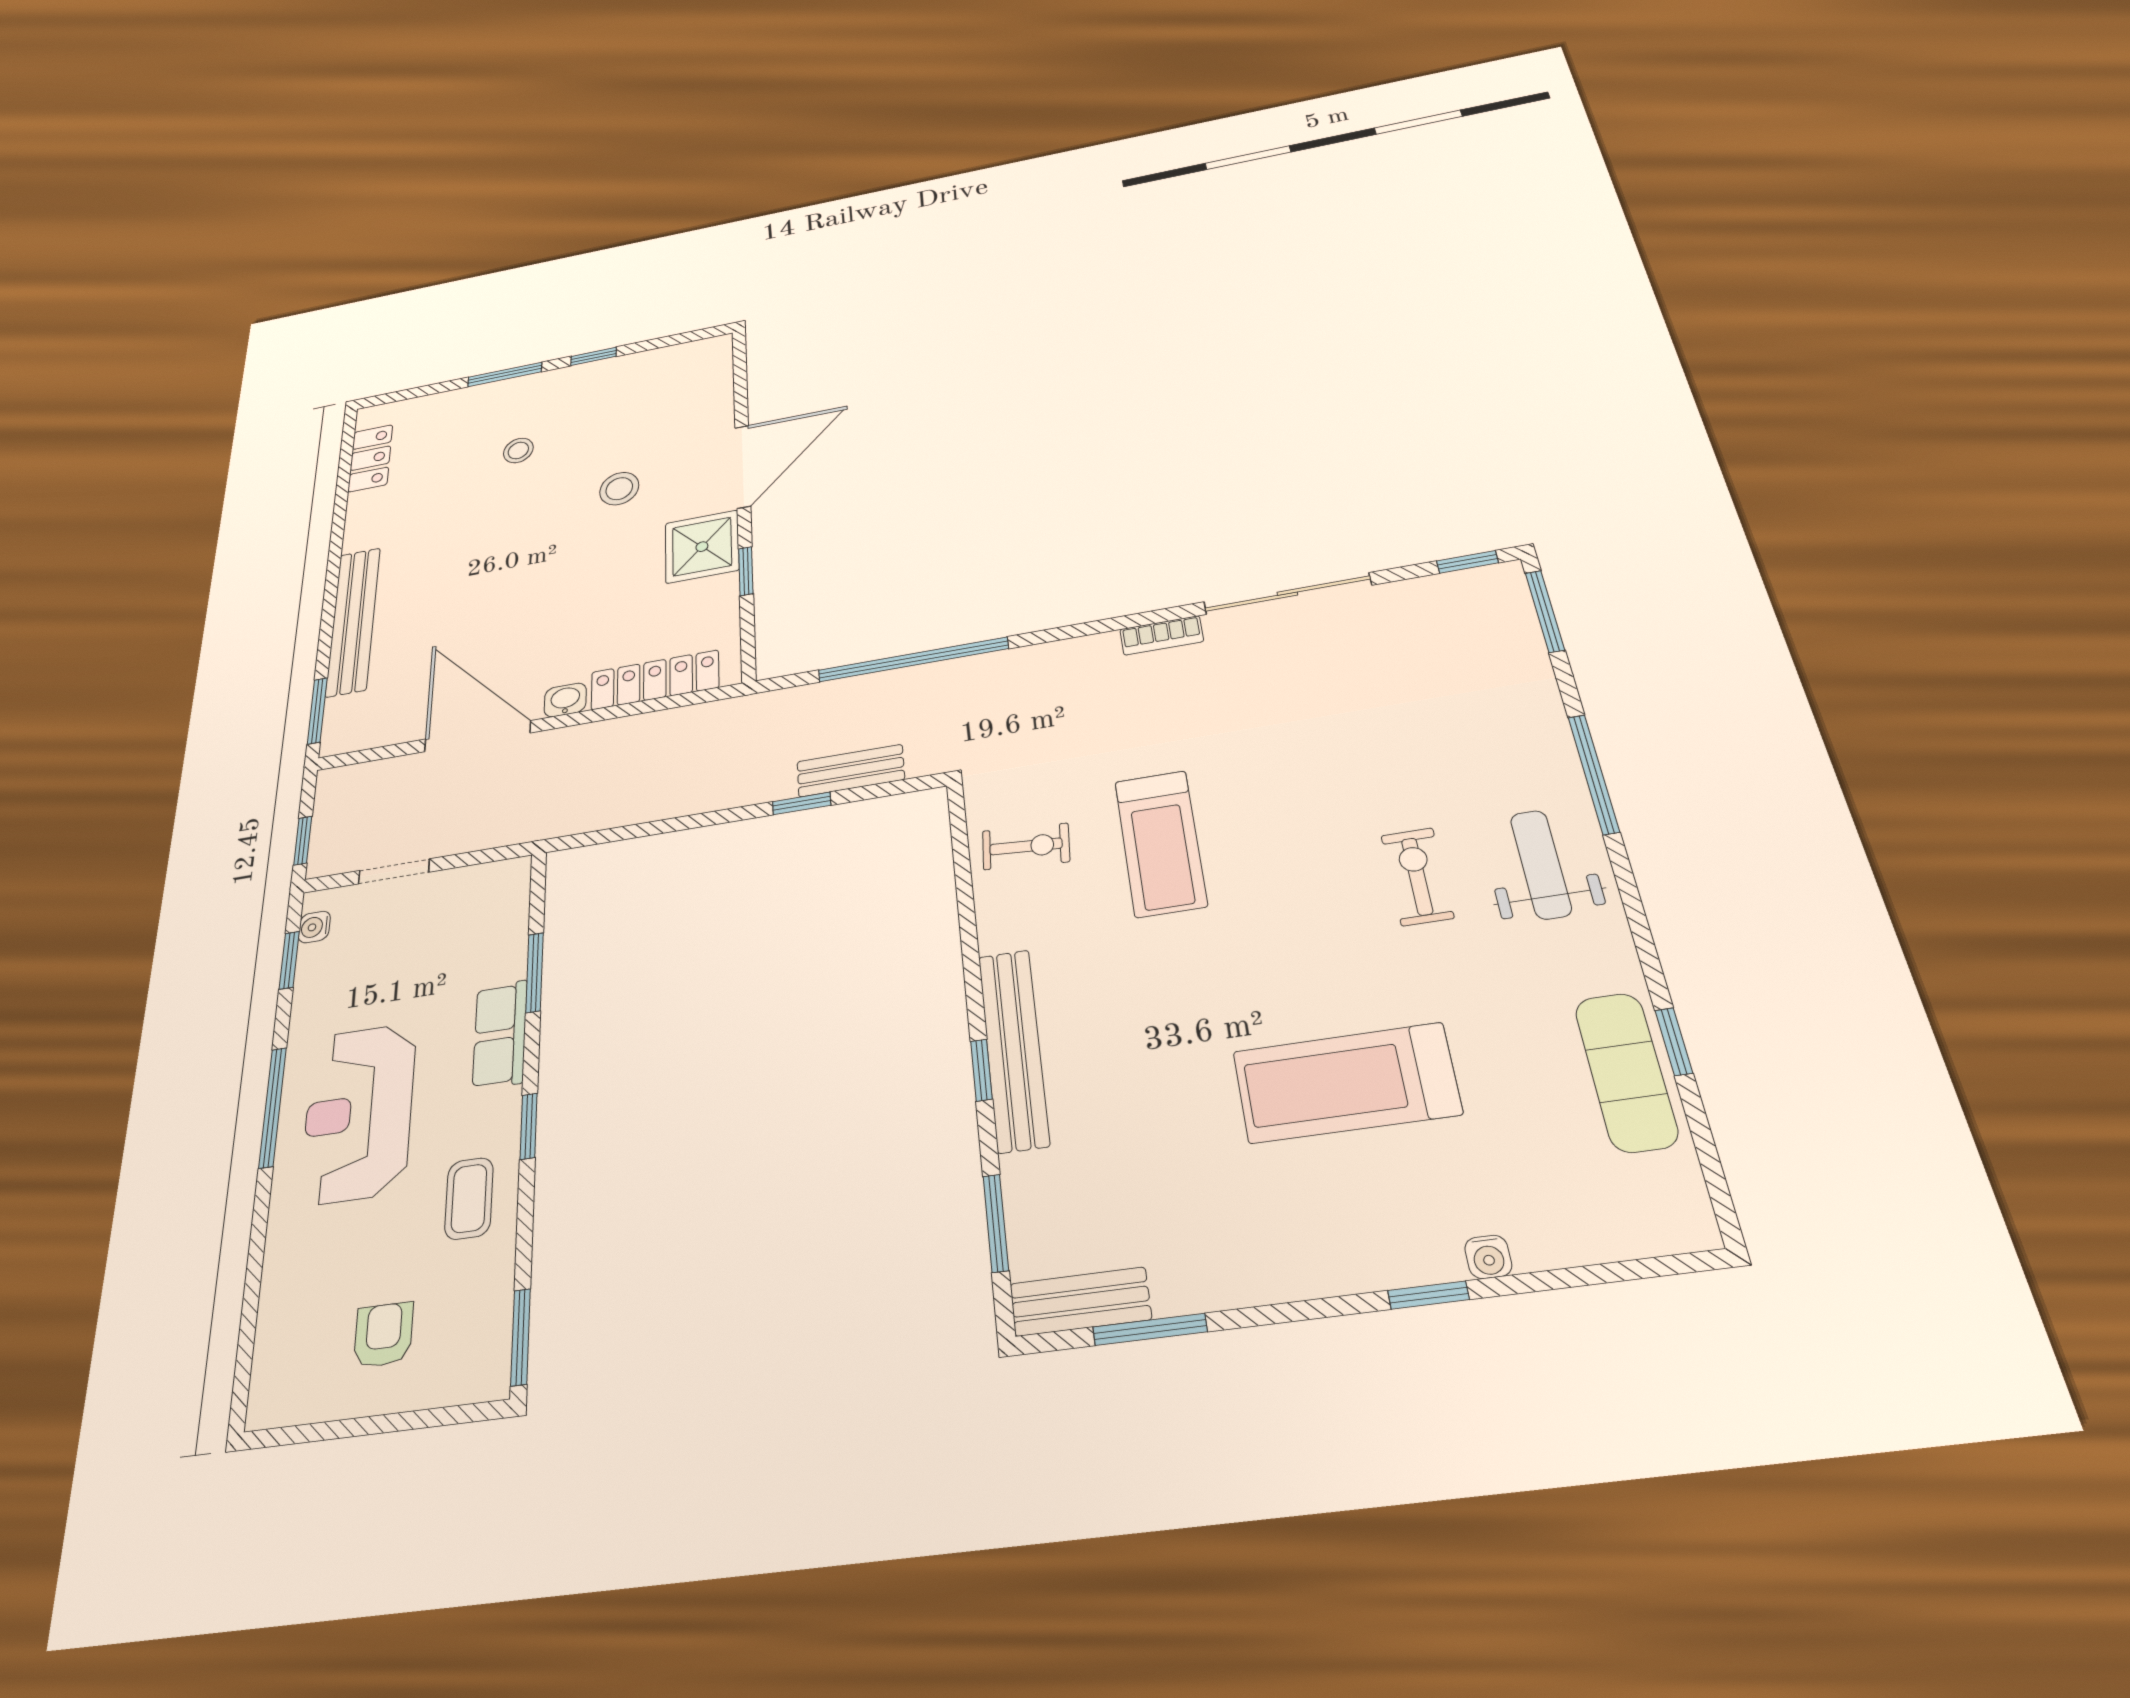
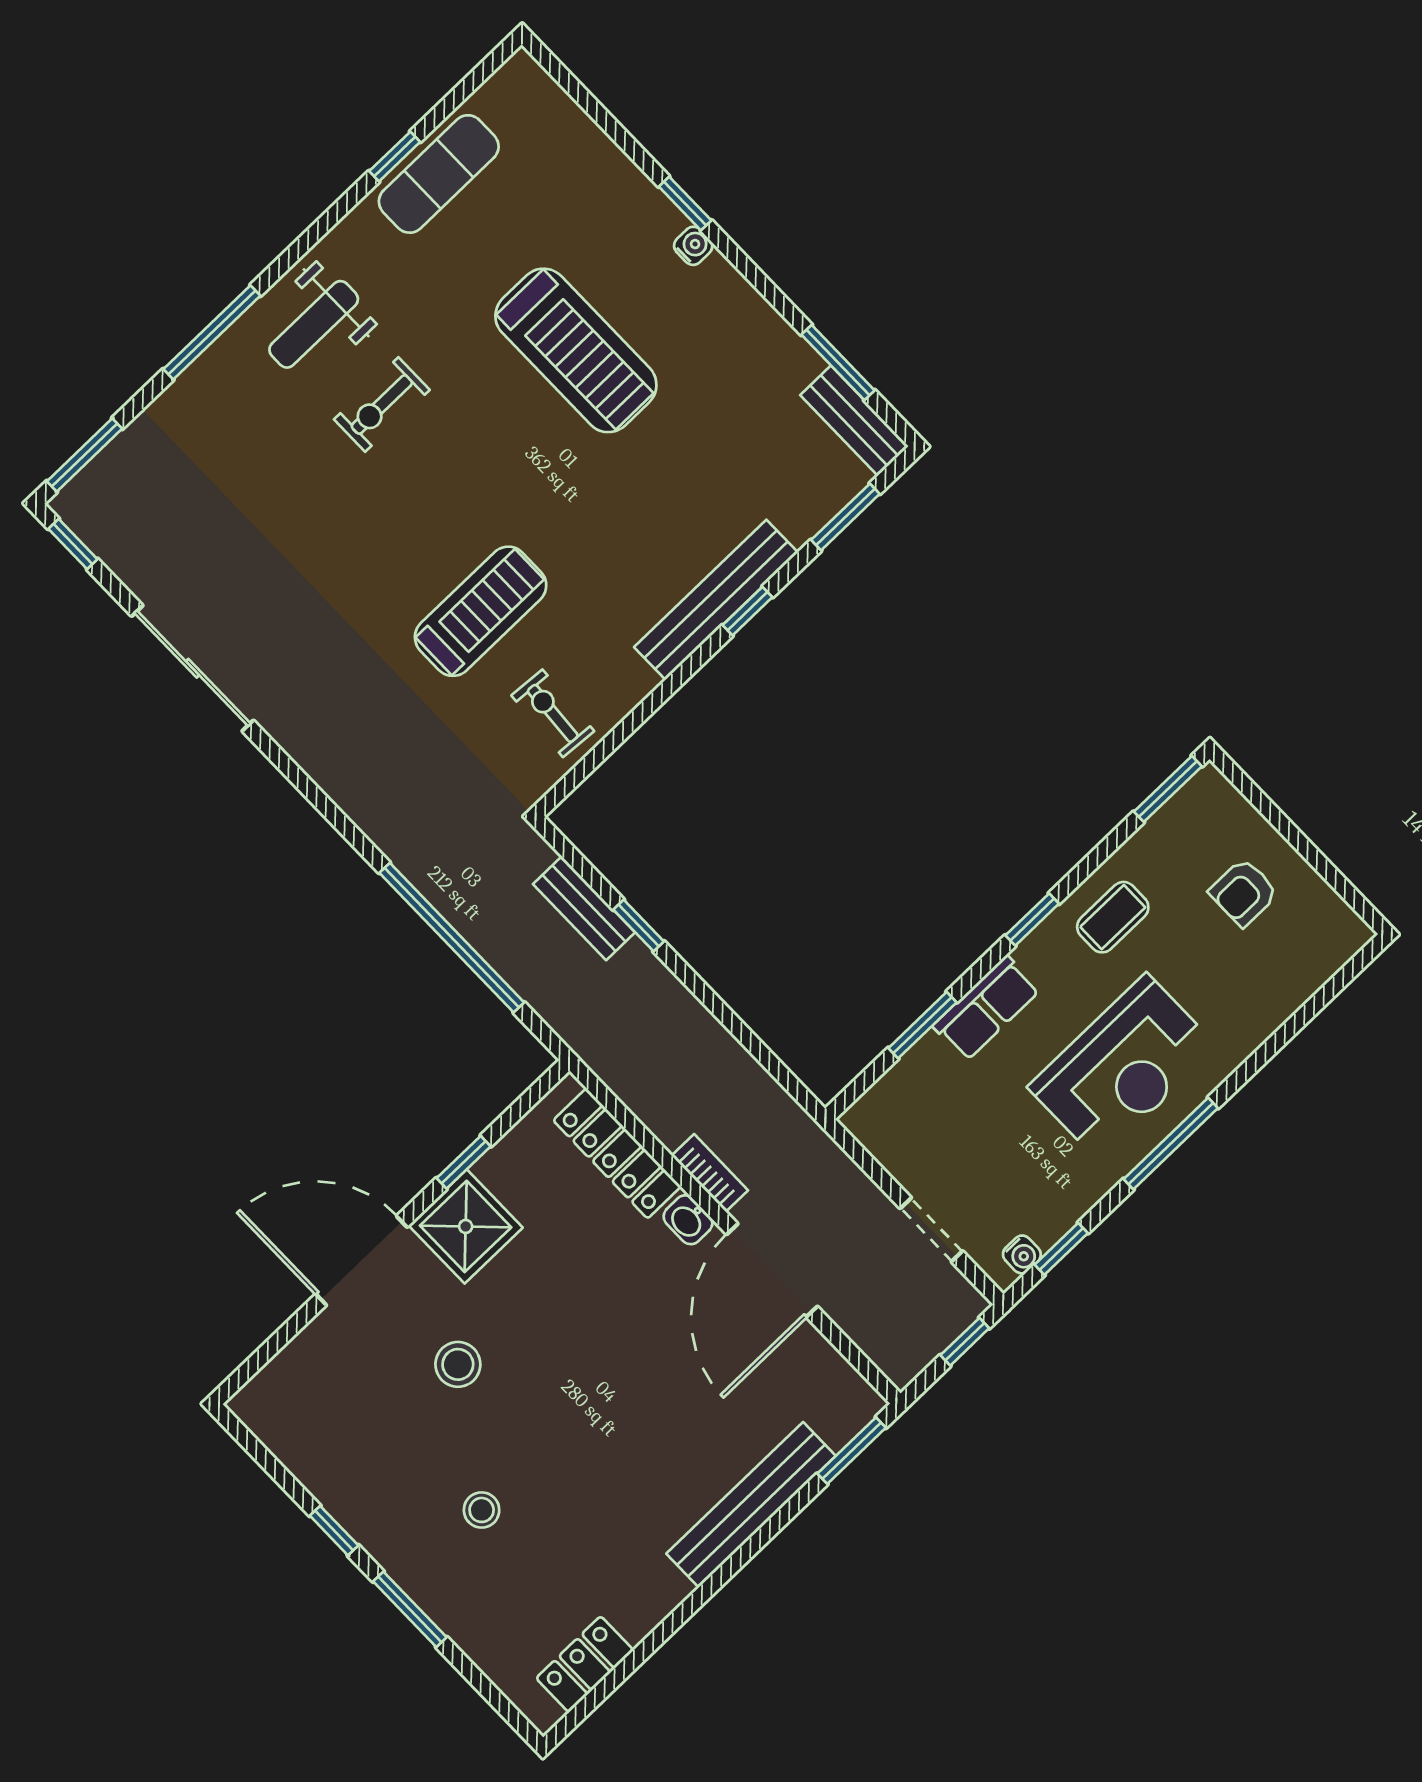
bookcase: (1162, 635) -> (710, 1173), moved
water cooler: (1488, 1257) -> (693, 246), moved

